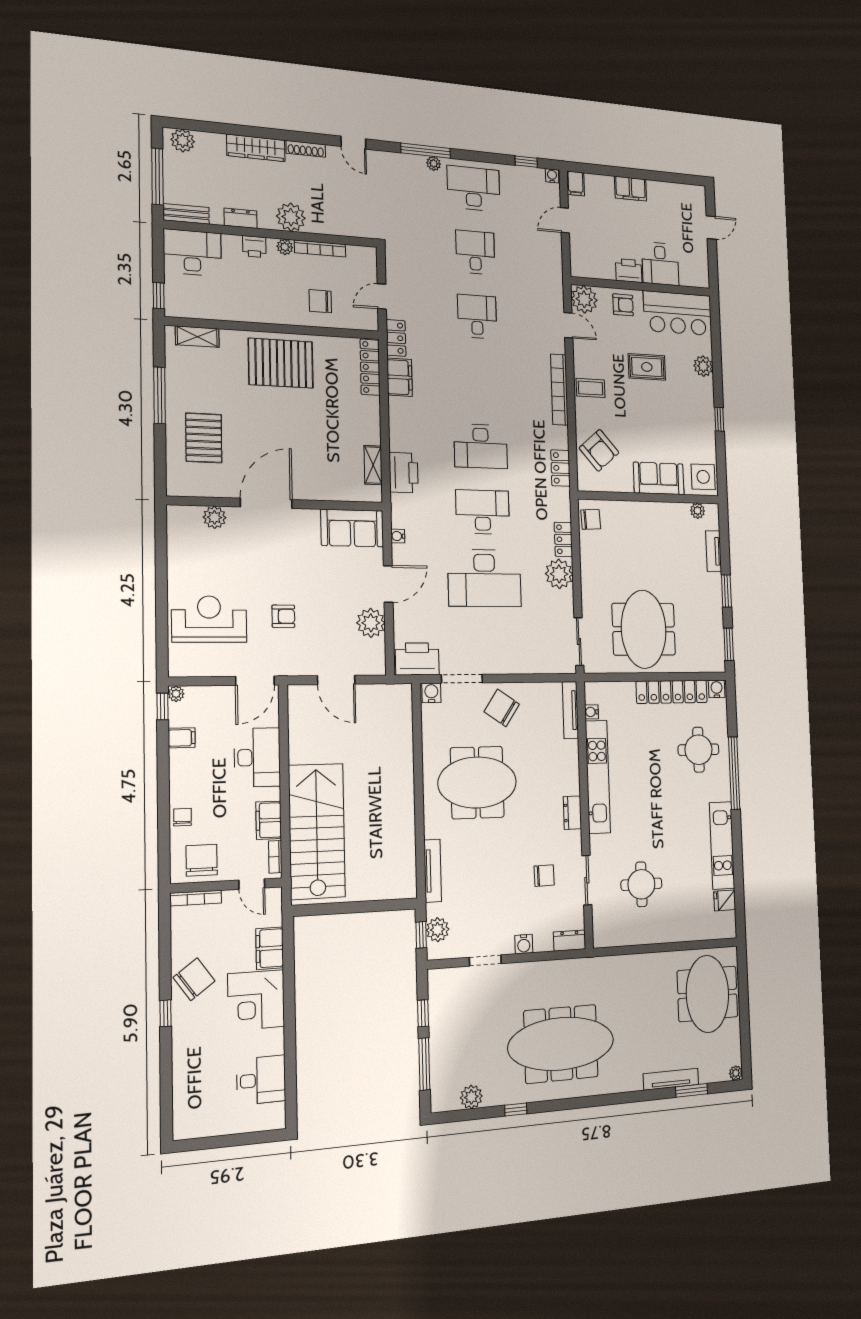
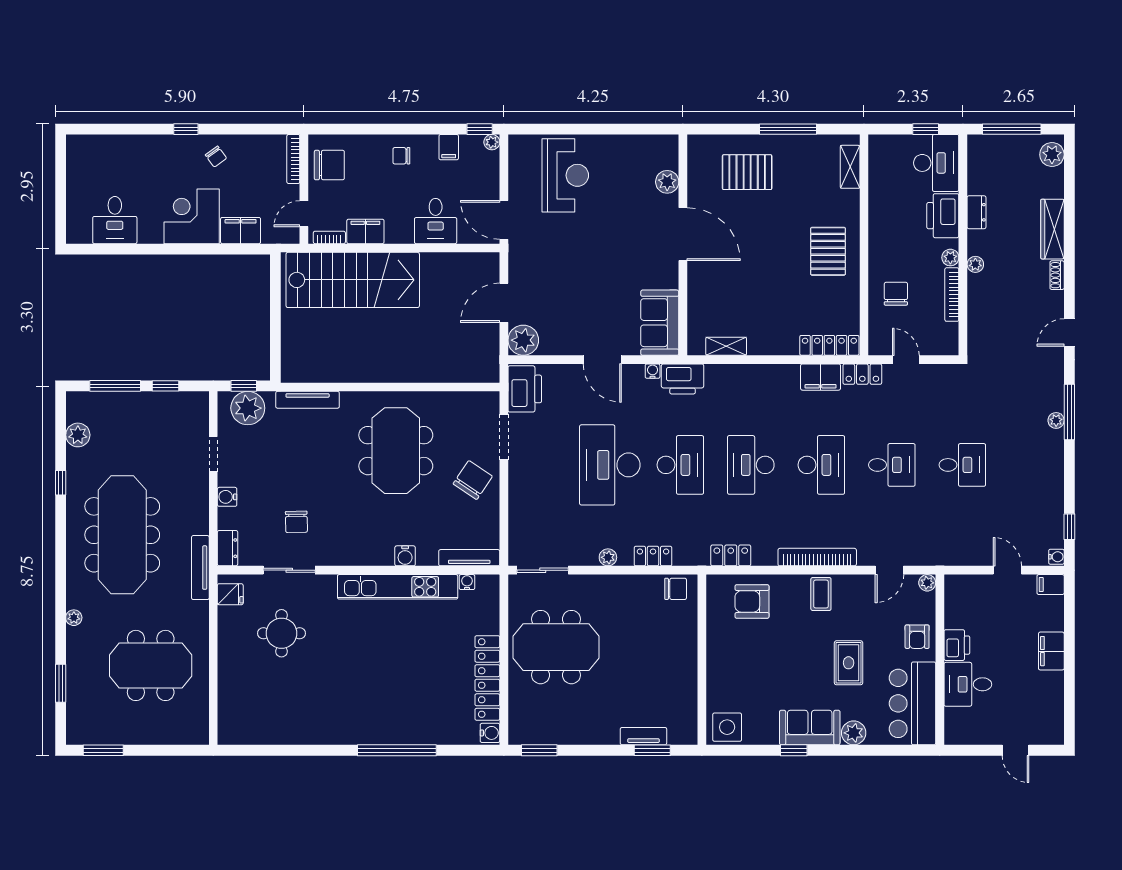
shoe rack: (306, 149) -> (1057, 275), width x0.70
desk: (474, 189) -> (821, 465), moved
bench: (186, 214) -> (976, 157), removed
plant: (291, 217) -> (975, 264), width x0.53, depth x0.53
printer: (254, 247) -> (943, 216), width x1.87, depth x1.48
window: (159, 296) -> (926, 129), moved
plant: (584, 299) -> (927, 583), width x0.53, depth x0.53
pallet: (281, 363) -> (828, 251), width x0.73, depth x0.71
armchair: (599, 450) -> (752, 601), turned 41
printer: (404, 473) -> (683, 379), moved
sofa: (659, 478) -> (810, 728), moved, turned -90
plant: (698, 511) -> (689, 718), removed
chair: (591, 519) -> (676, 589), turned -87
plant: (559, 574) -> (608, 557), width x0.53, depth x0.53
window: (726, 591) -> (652, 750), moved
armchair: (283, 616) -> (568, 250), removed
plant: (371, 623) -> (523, 340), moved
water cooler: (431, 693) -> (405, 556), moved, turned 90
round table: (698, 750) -> (424, 708), removed
desk: (257, 757) -> (436, 221), width x0.73
dresser: (572, 813) -> (361, 556), removed
chair: (182, 817) -> (401, 156), moved, turned 180
kitchen unit: (722, 845) -> (318, 732), removed
fridge: (725, 900) -> (230, 594), moved, turned 90
plant: (438, 930) -> (248, 408), width x1.36, depth x1.36
chair: (194, 979) -> (216, 157), width x0.54, depth x0.54
meeting table: (707, 994) -> (151, 665), moved
window: (745, 1044) -> (103, 750), added
plant: (736, 1073) -> (74, 618), moved
tv unit: (671, 1079) -> (200, 568), moved, turned 180

